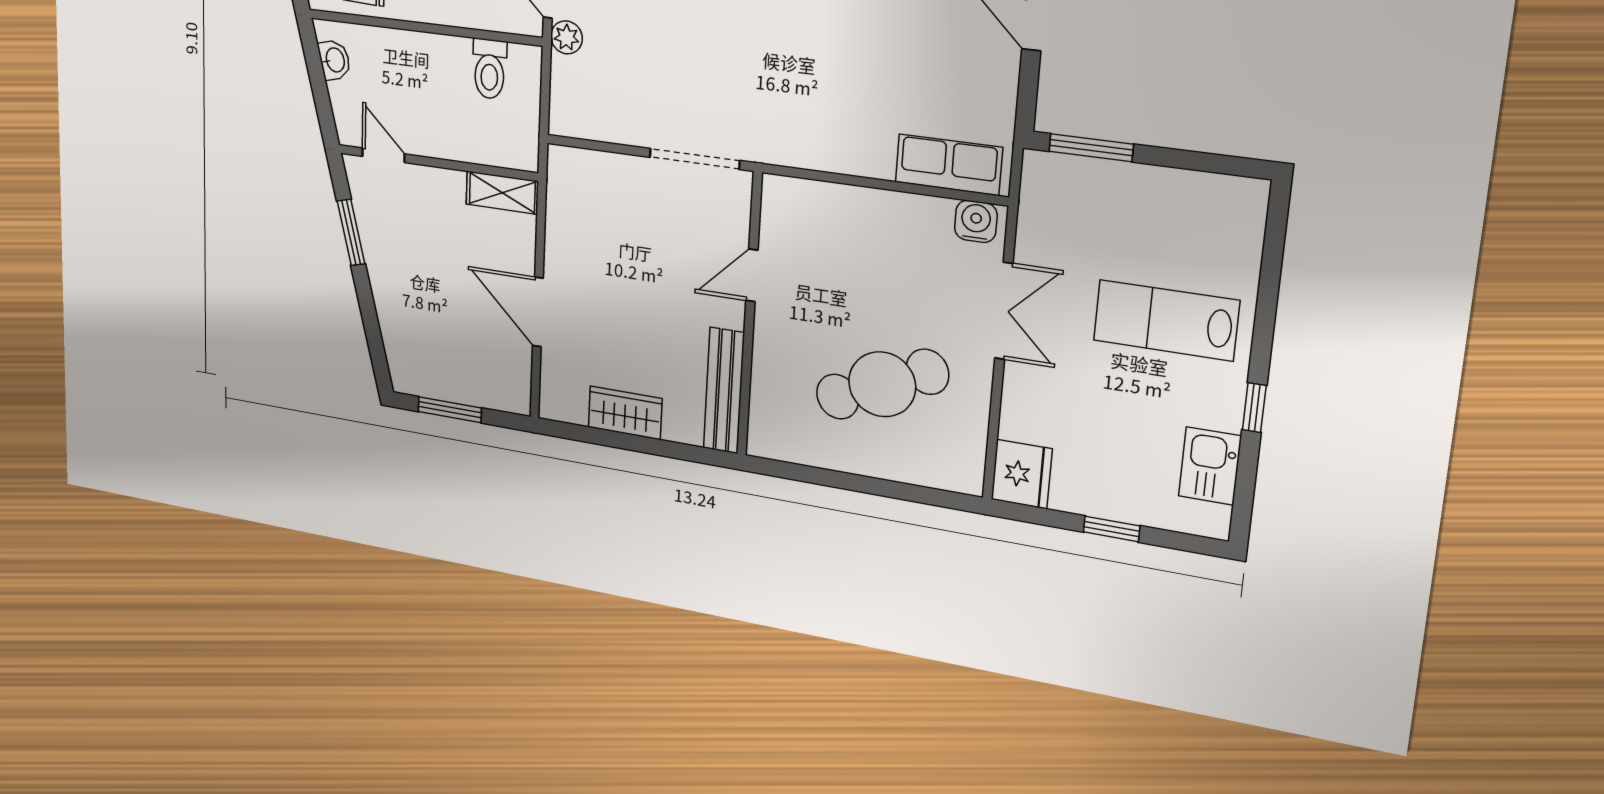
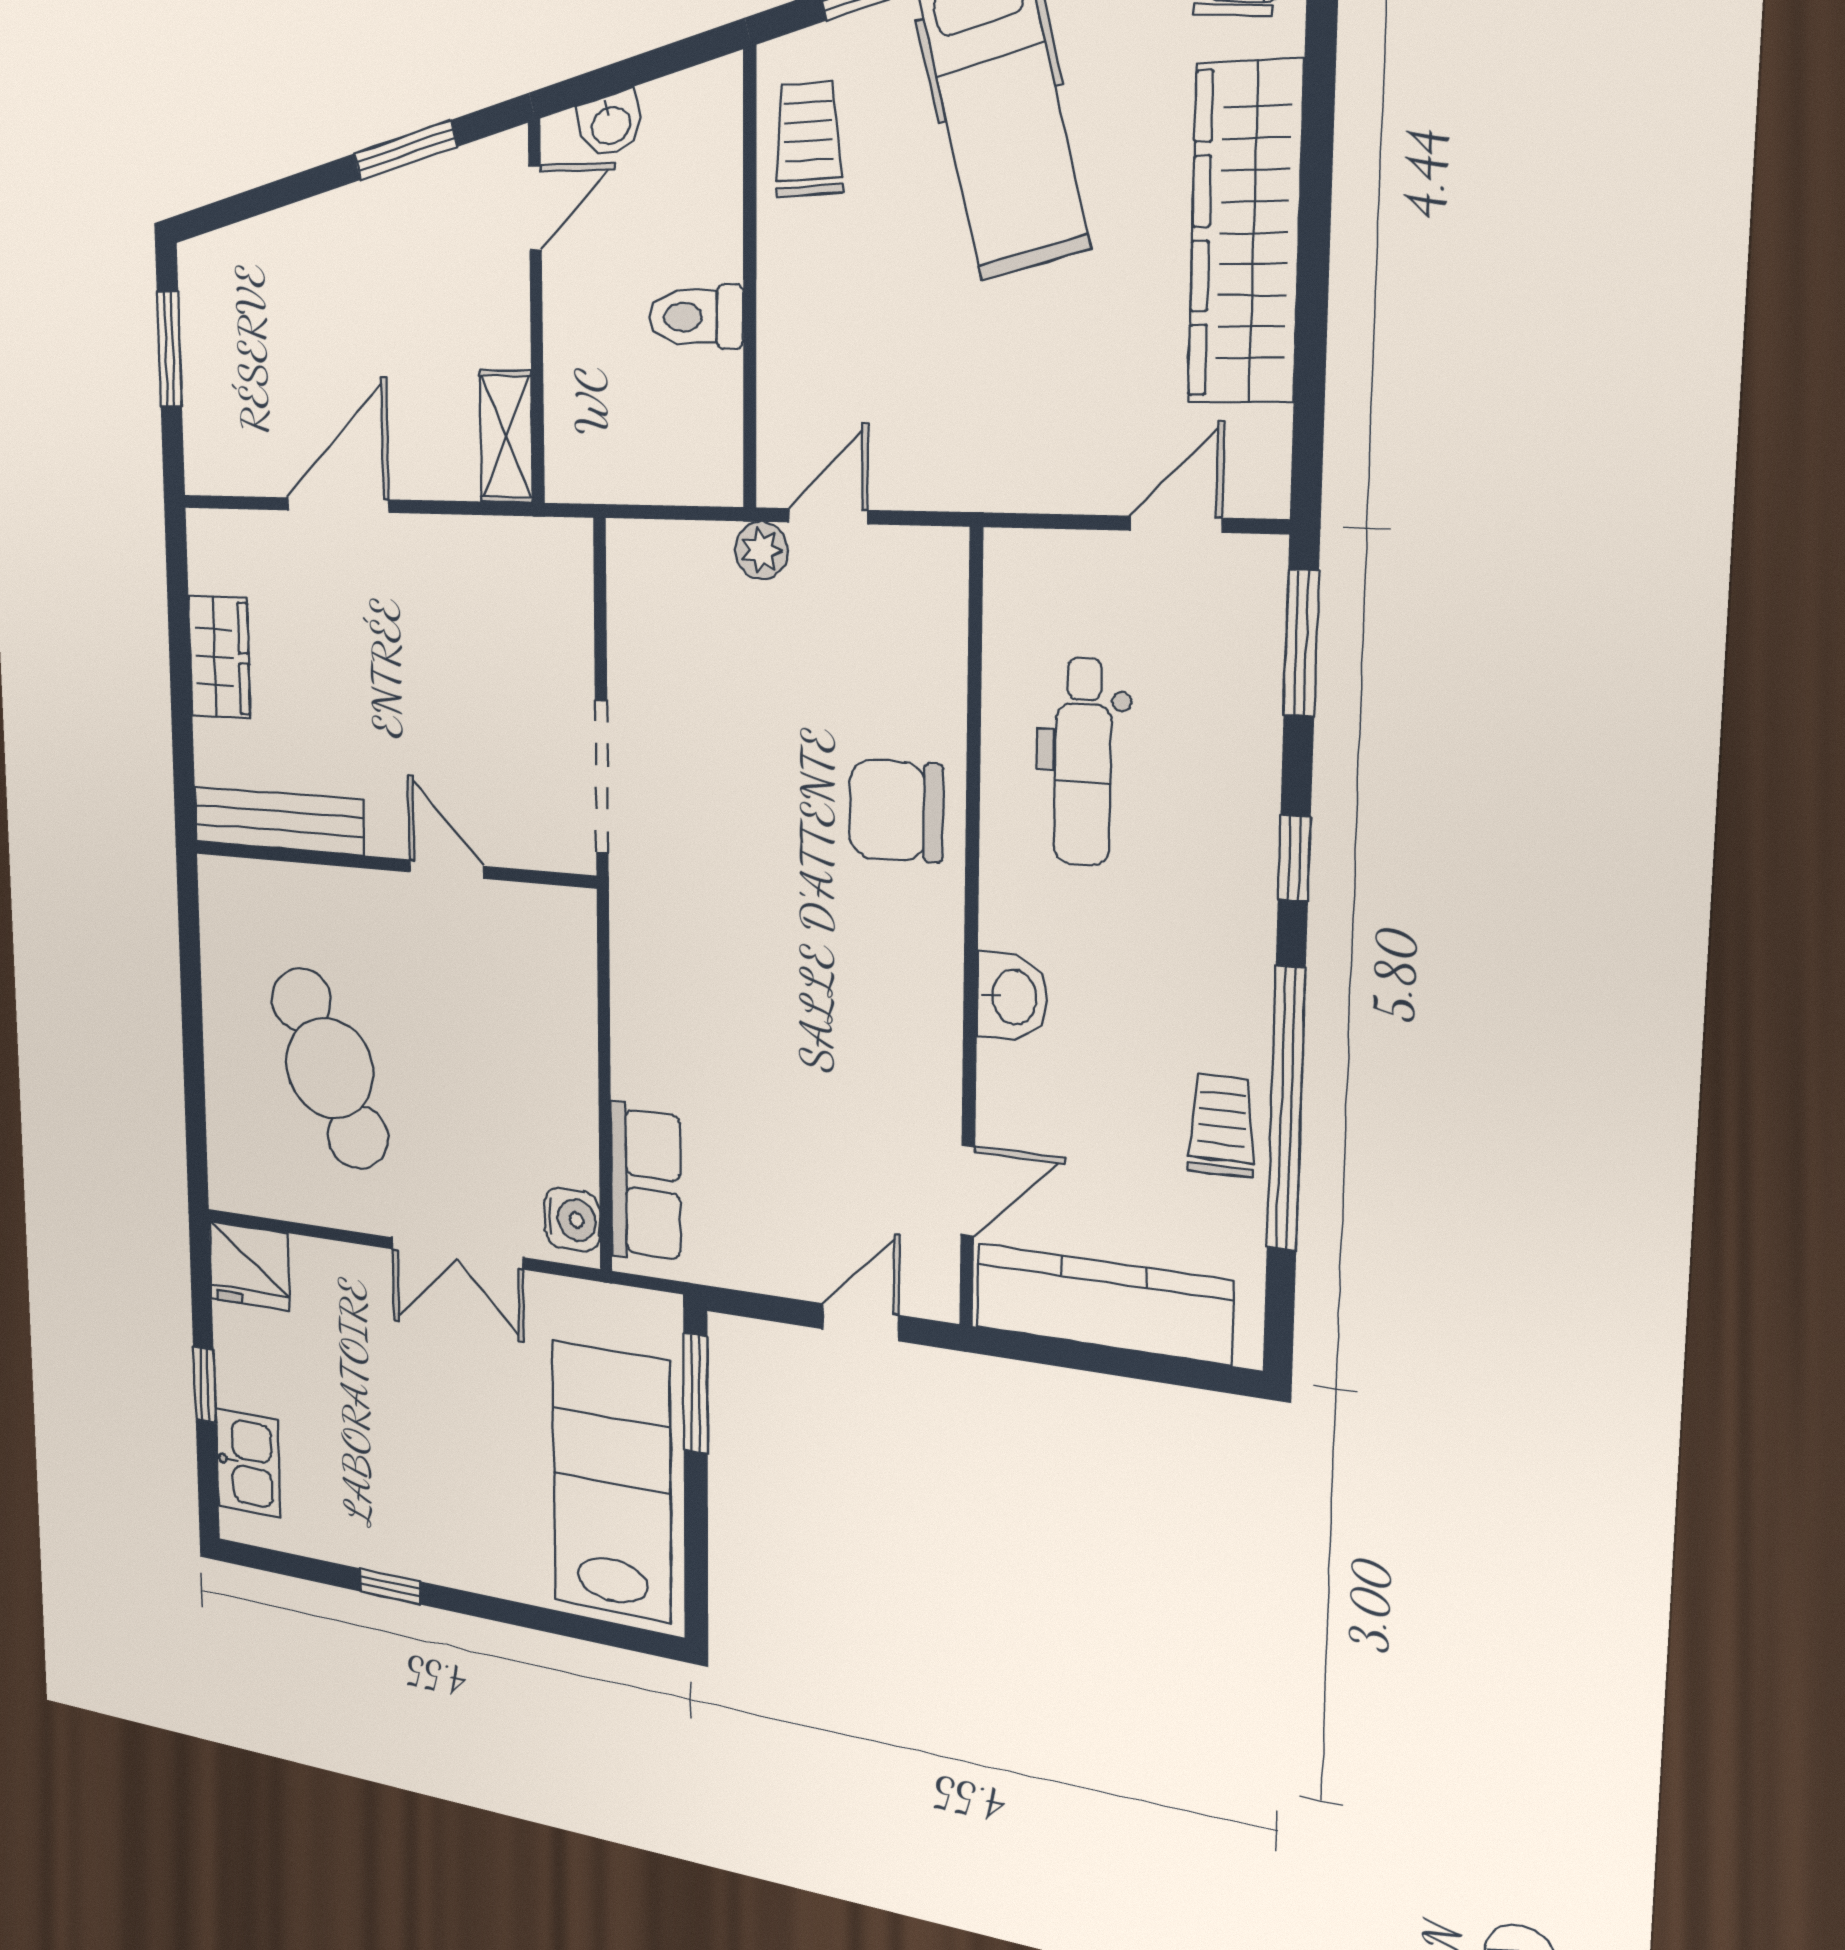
washbasin: (334, 60) -> (611, 124), moved
toilet: (489, 69) -> (696, 317), moved
lab bench: (1166, 320) -> (612, 1482), moved, width x1.36, depth x1.39
kitchen sink: (1210, 466) -> (248, 1463), moved, turned 90

